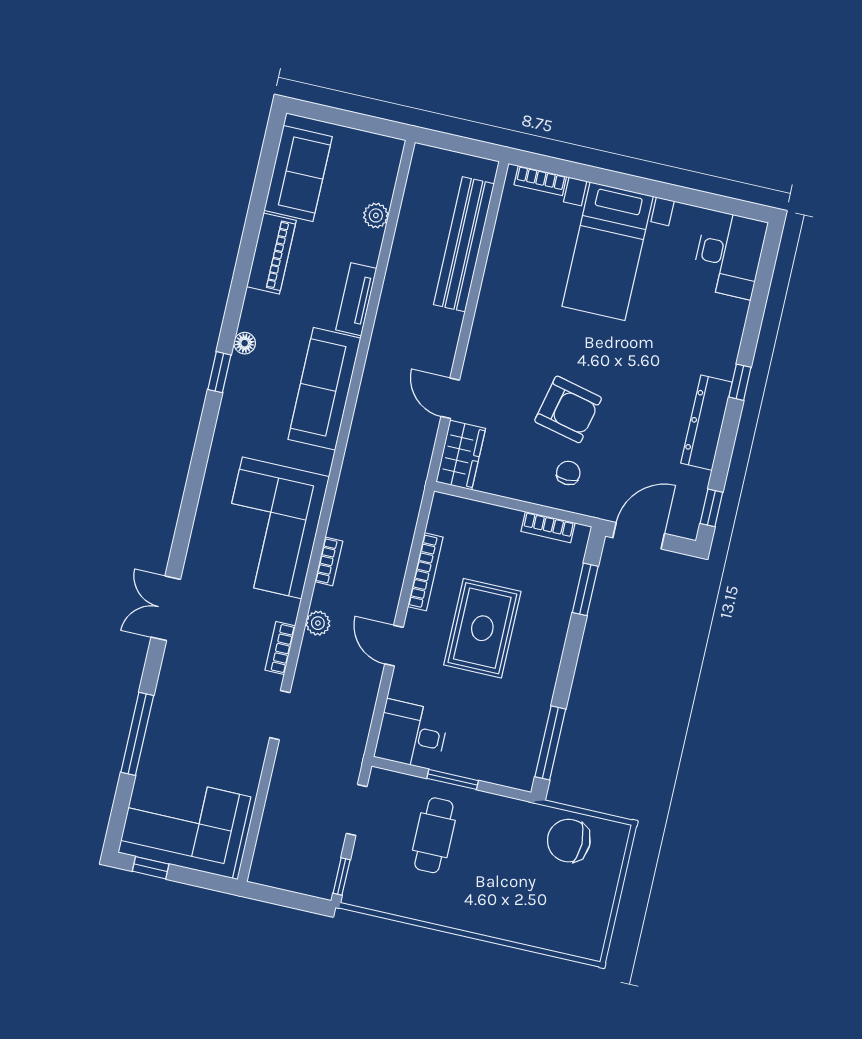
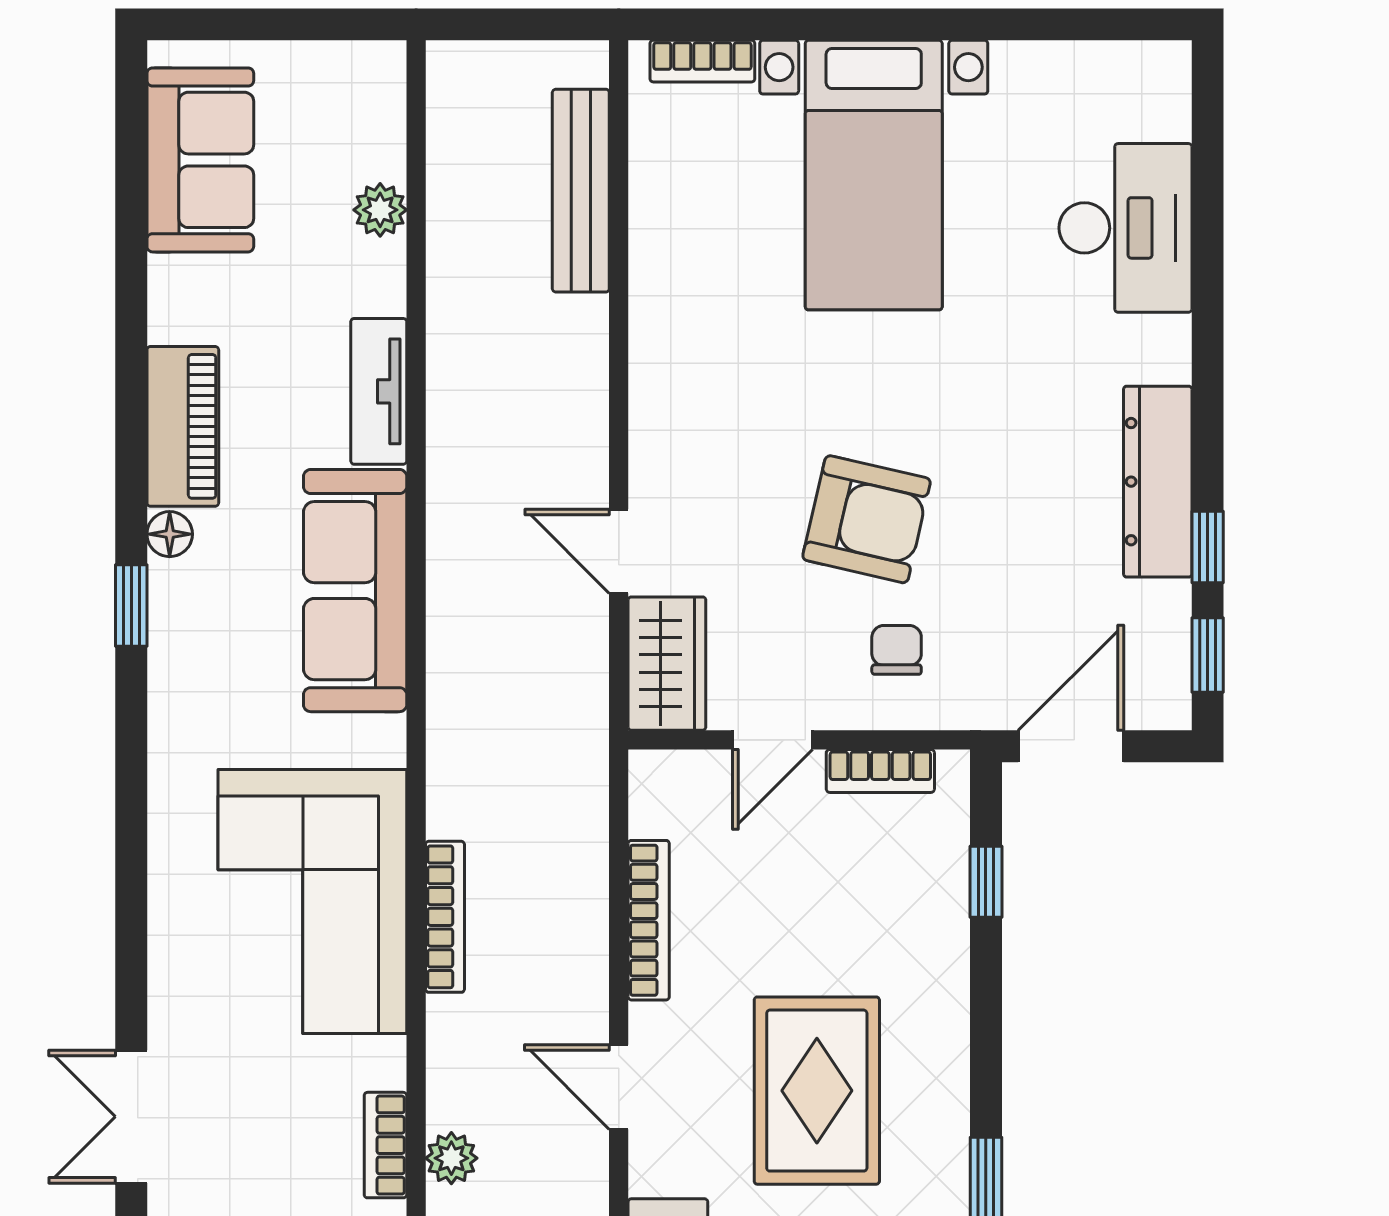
bench: (464, 244) -> (581, 191), width x0.73, depth x0.82
piano: (271, 254) -> (183, 426), moved
desk: (729, 254) -> (1125, 228), moved
window: (740, 382) -> (1208, 547), moved
door: (502, 501) -> (773, 740), added
bookcase: (329, 561) -> (445, 917), width x1.56
window: (585, 589) -> (986, 882), width x0.67
plant: (318, 623) -> (451, 1158), moved
rug: (482, 628) -> (817, 1091), moved

